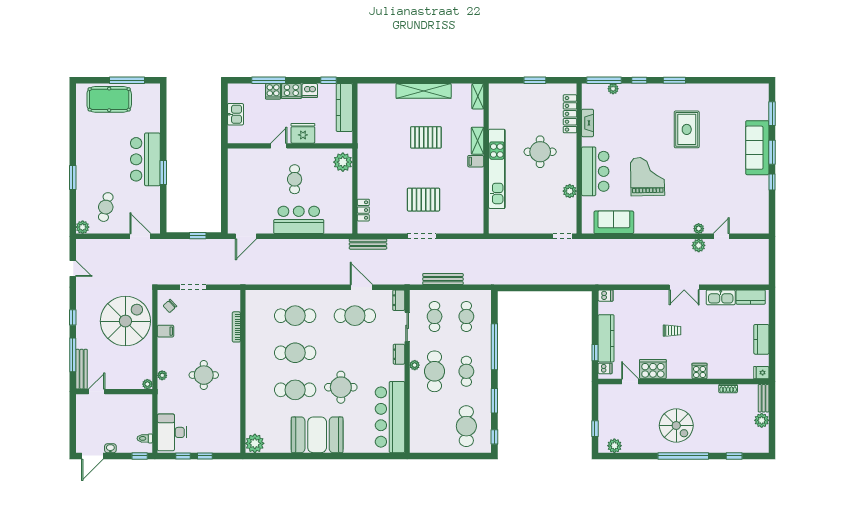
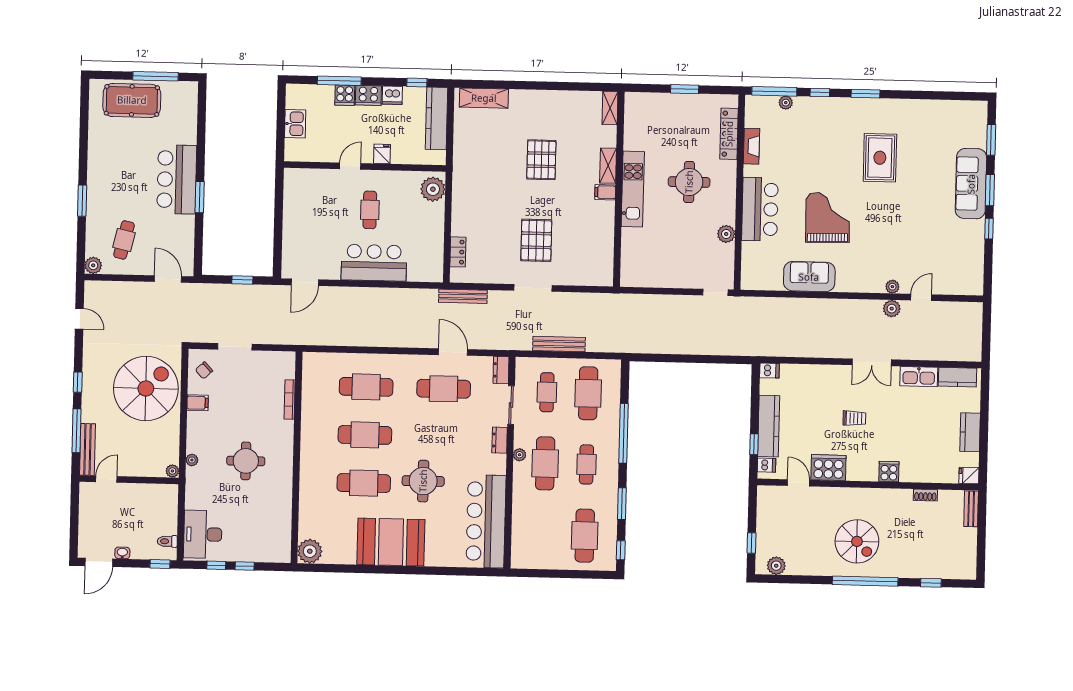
shelving: (424, 91) -> (484, 98), moved, width x0.68
fridge: (303, 133) -> (382, 154), width x0.53, depth x0.75
pallet: (426, 137) -> (541, 160), turned 90
kitchen unit: (497, 169) -> (633, 189), width x0.73
pallet: (424, 200) -> (536, 240), turned 90
sofa: (614, 222) -> (809, 277), moved
cafe table: (466, 316) -> (588, 393), width x1.37, depth x1.35
plant: (762, 420) -> (968, 537), removed

